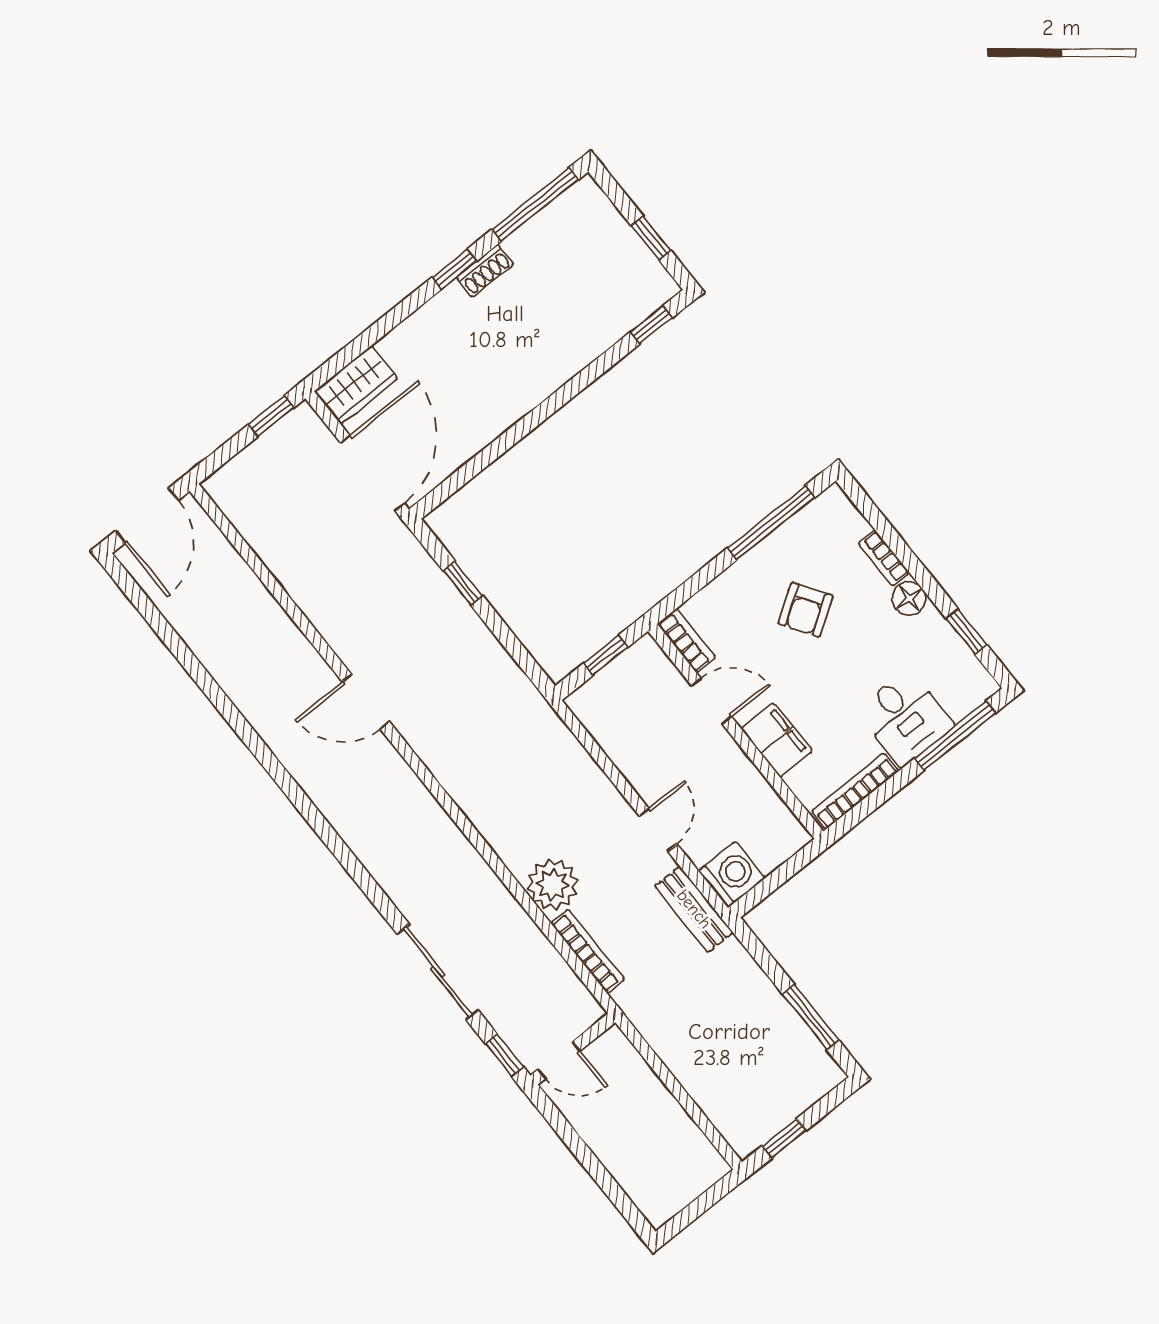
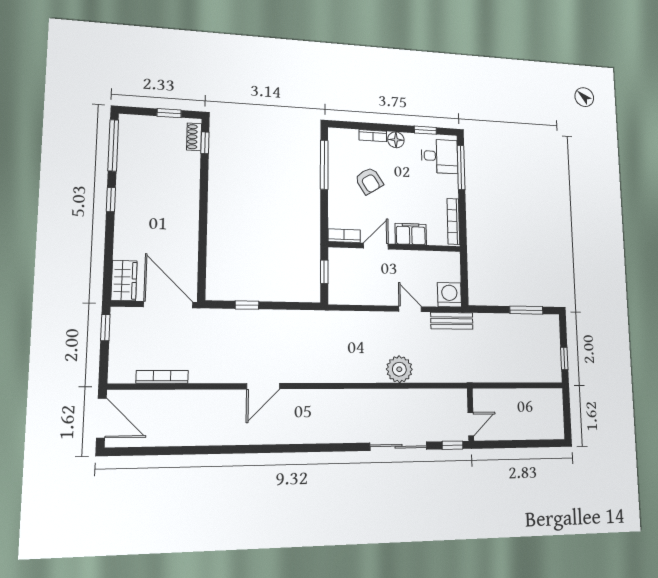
shoe rack: (485, 271) -> (194, 137), moved, turned 180
desk: (905, 718) -> (440, 156), moved
bookcase: (588, 951) -> (162, 377), moved

